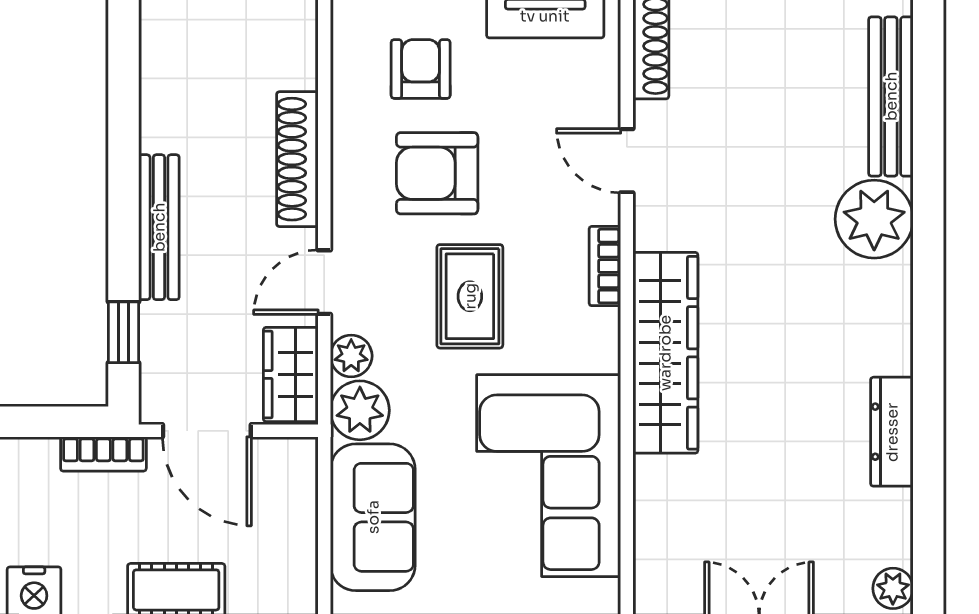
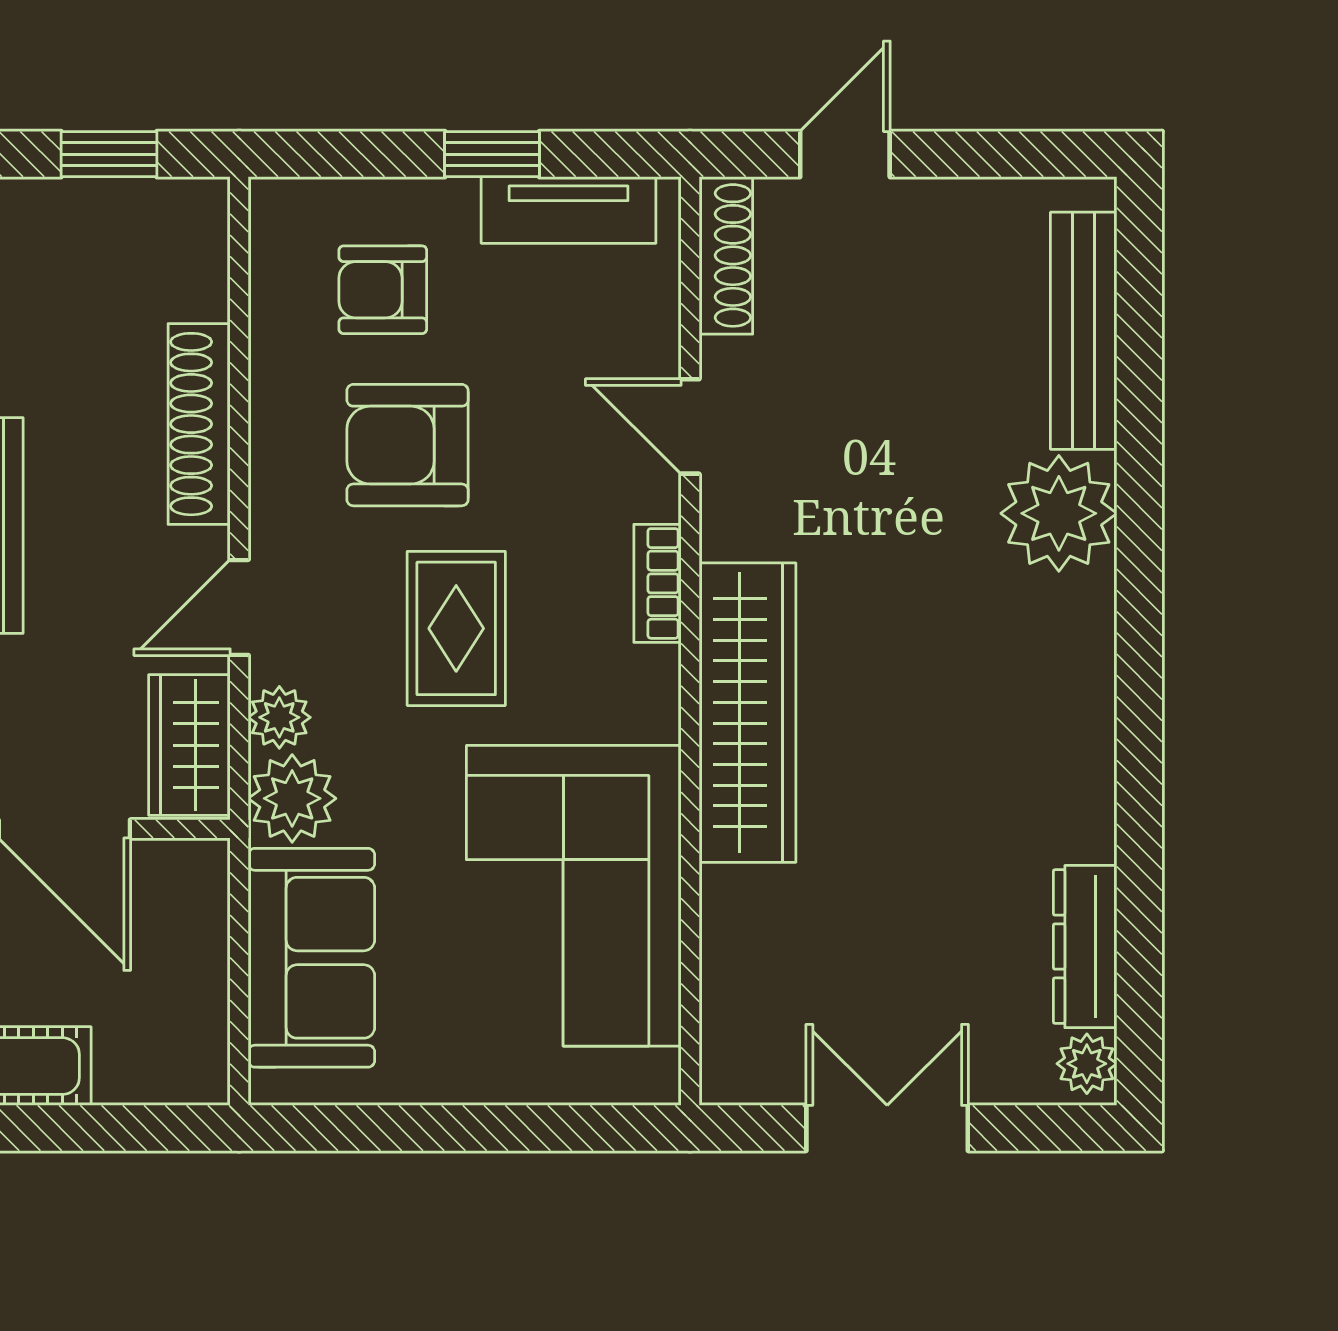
armchair: (421, 69) -> (383, 290), turned -90
dresser: (892, 432) -> (1085, 947), moved

